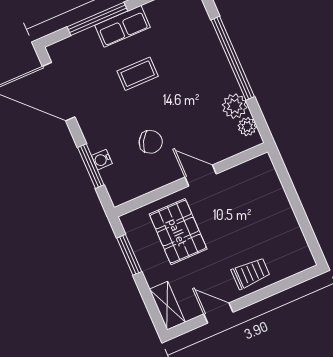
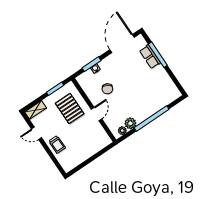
row of seats: (123, 26) -> (150, 57), moved
coffee table: (138, 74) -> (137, 77), removed
pallet: (178, 232) -> (70, 109), turned 90
door: (218, 313) -> (37, 133), swing flipped

